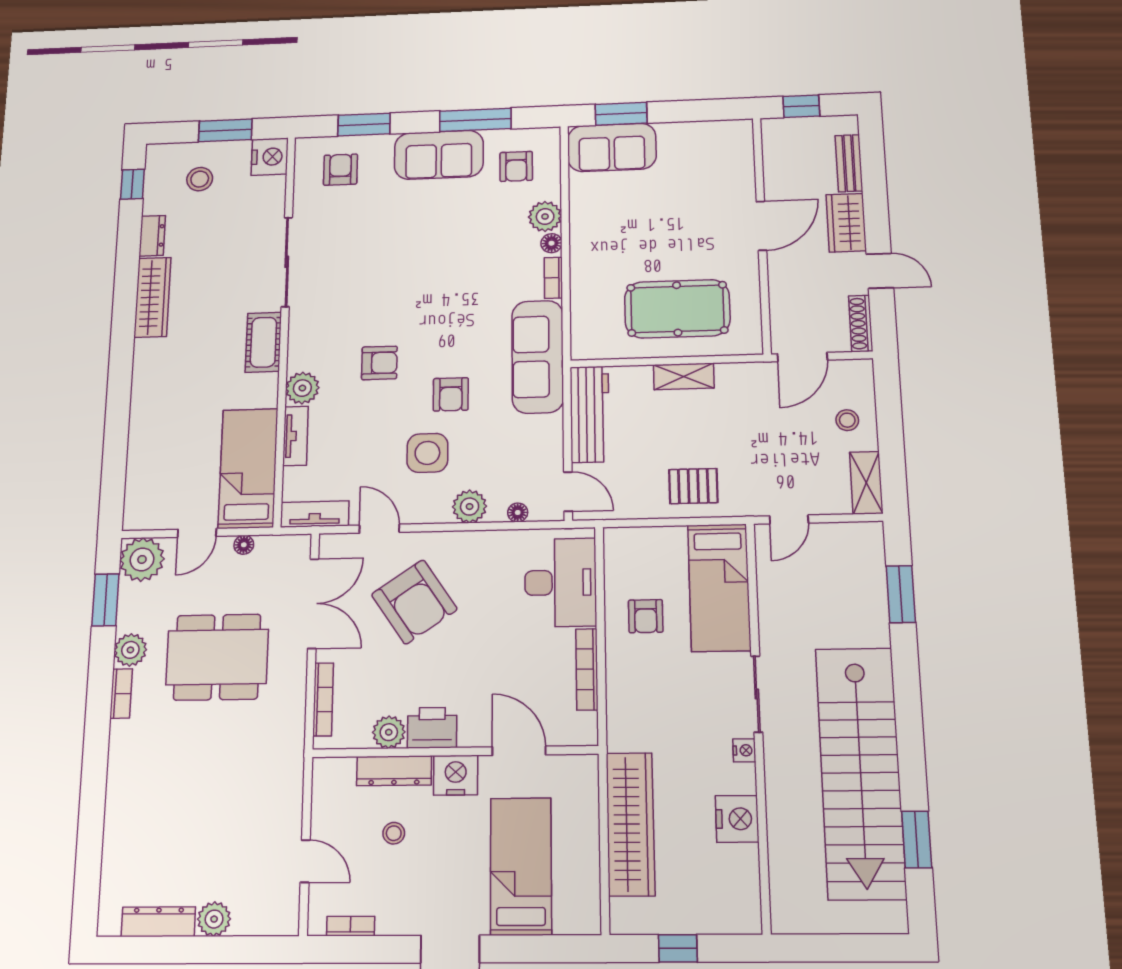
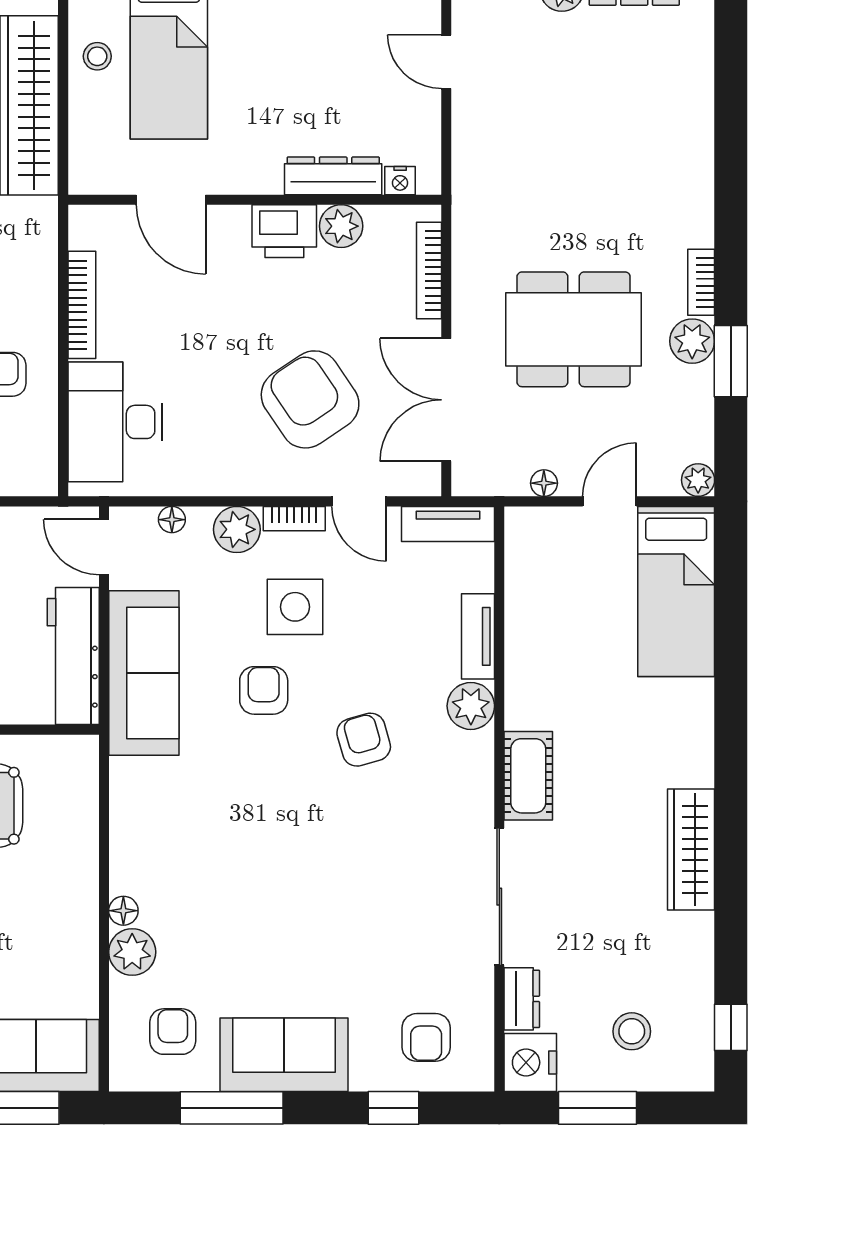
window: (364, 125) -> (394, 1108), width x0.67
dresser: (152, 236) -> (522, 999), moved, turned 180
bookcase: (553, 278) -> (294, 519), moved, turned 90
sofa: (538, 357) -> (144, 673), moved
armchair: (379, 363) -> (364, 740), turned 74
bed: (248, 468) -> (676, 591), moved
plant: (142, 559) -> (698, 480), width x0.53, depth x0.53
window: (105, 600) -> (731, 361), moved
nightstand: (456, 775) -> (400, 181), moved, width x0.53, depth x0.56
stool: (394, 833) -> (97, 56), moved

